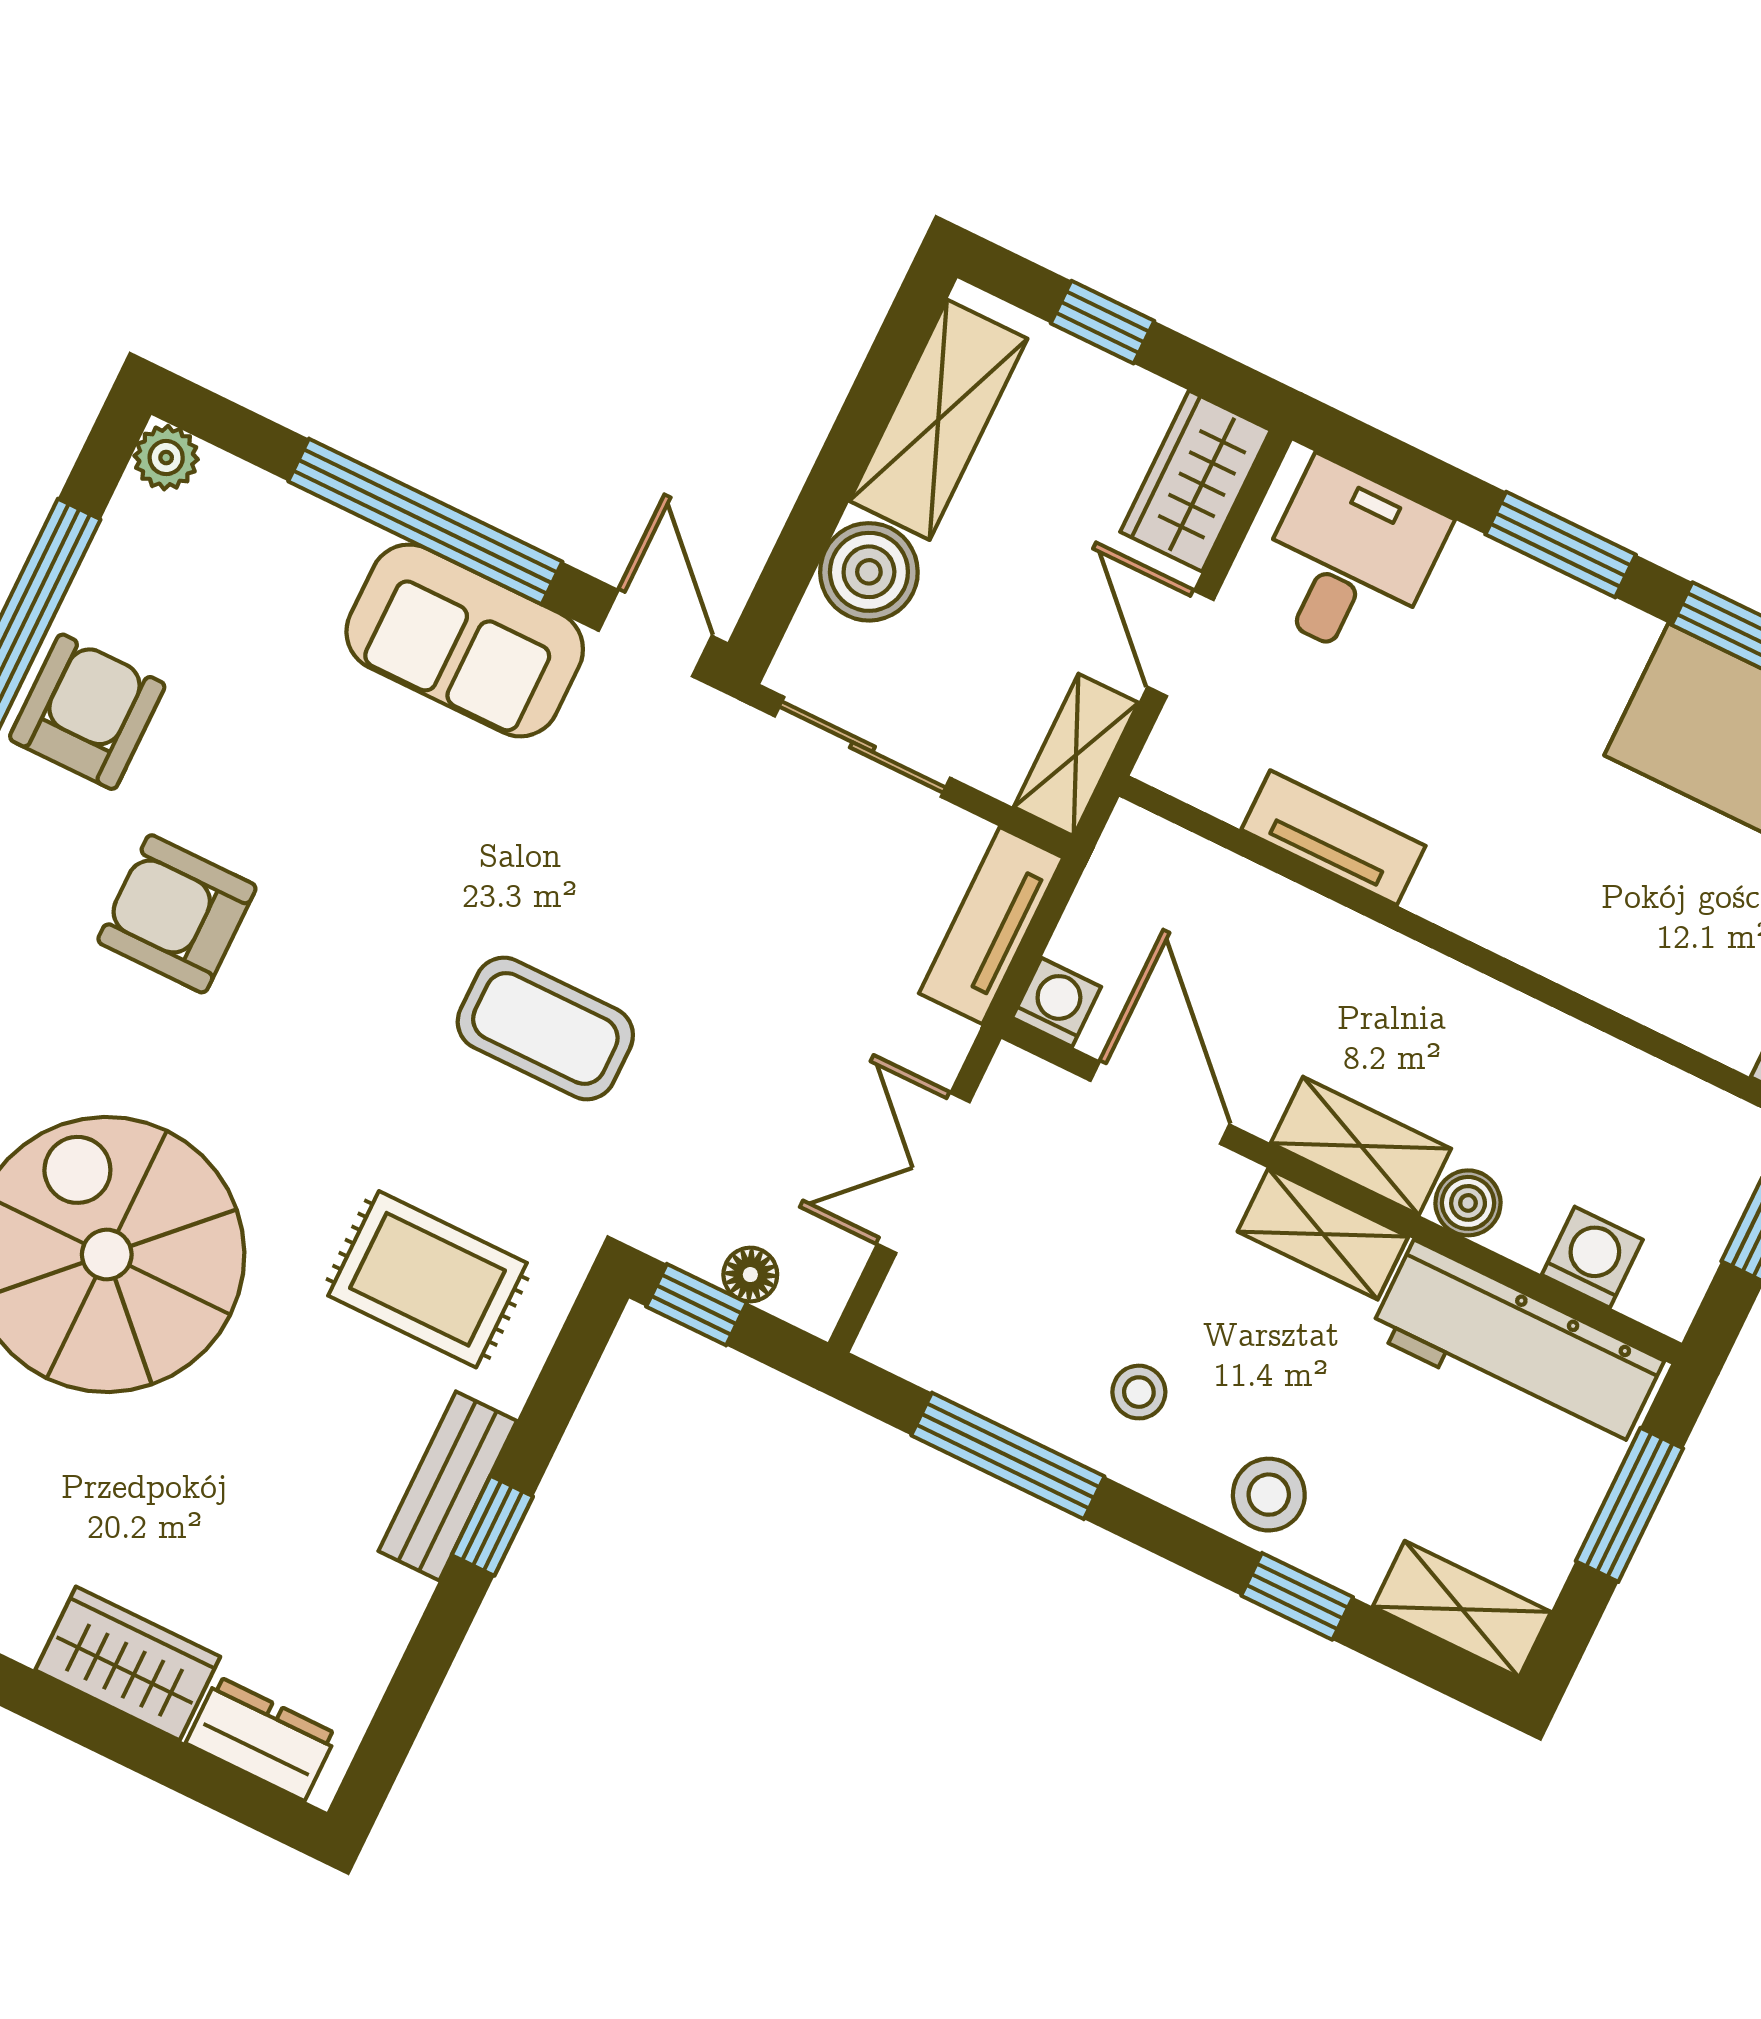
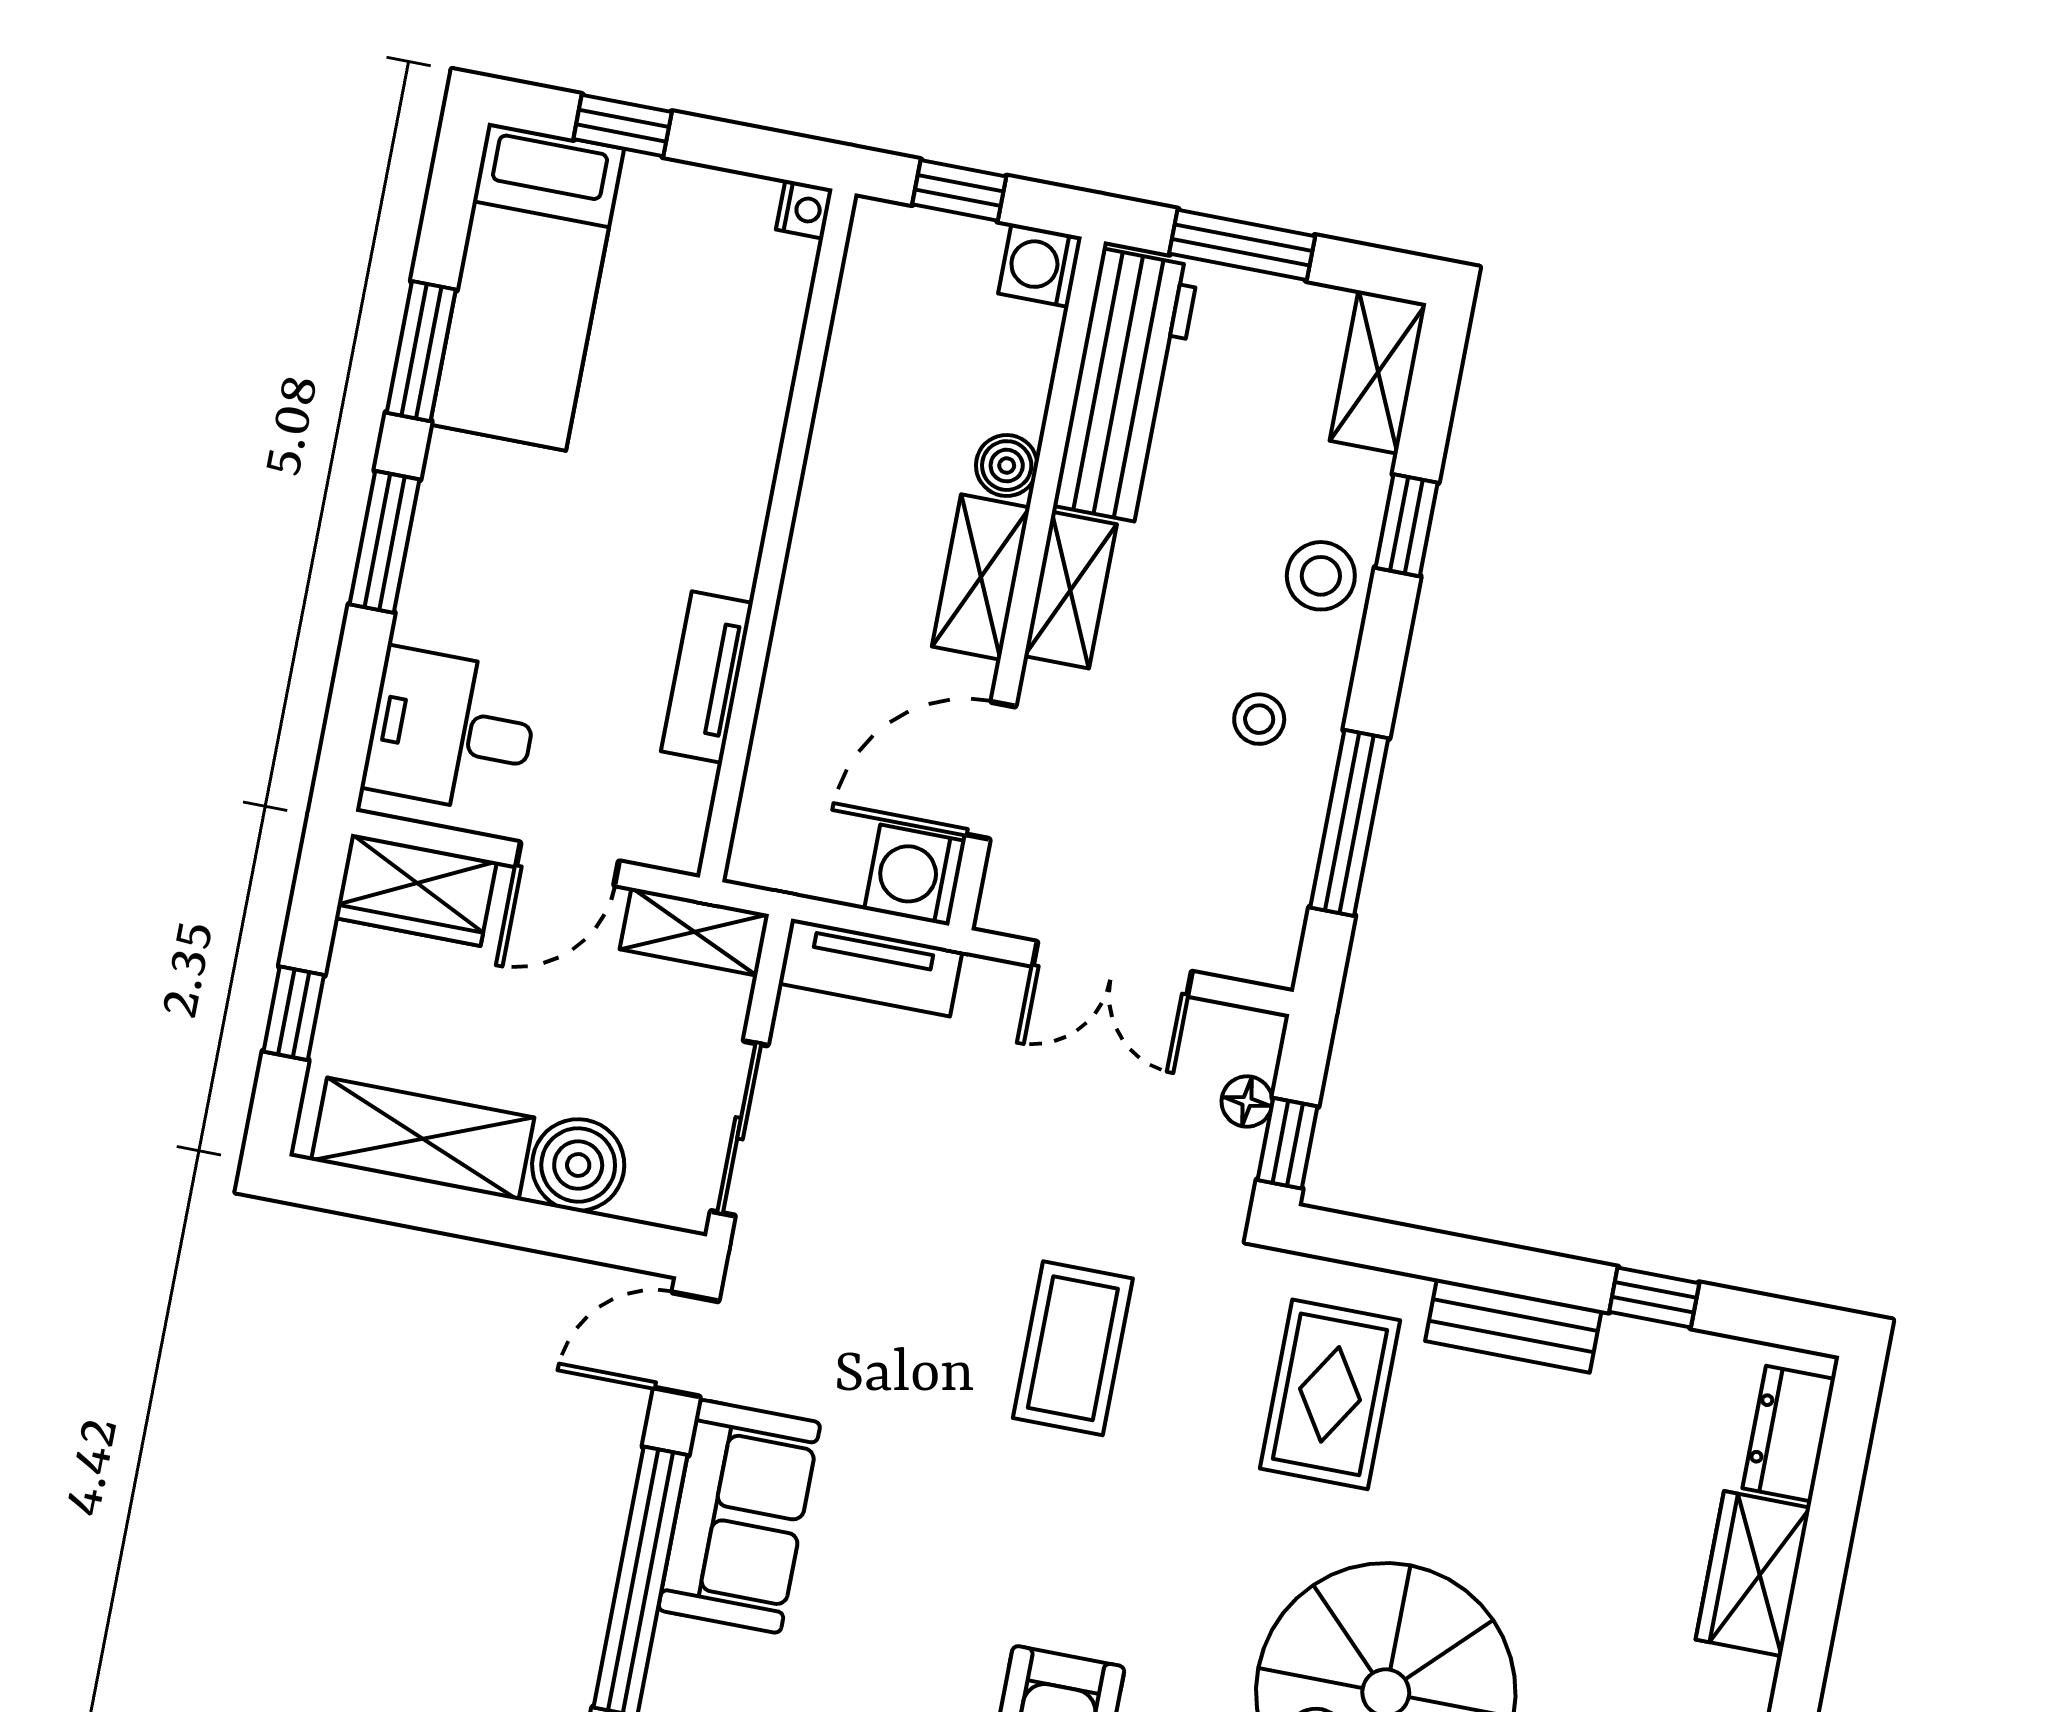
washing machine: (1057, 1002) -> (915, 875), width x1.38, depth x1.38
washing machine: (1592, 1257) -> (1040, 265), moved
window: (492, 1526) -> (1654, 1297), moved

